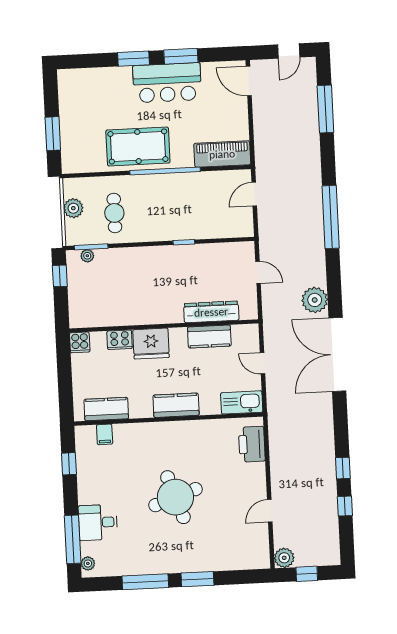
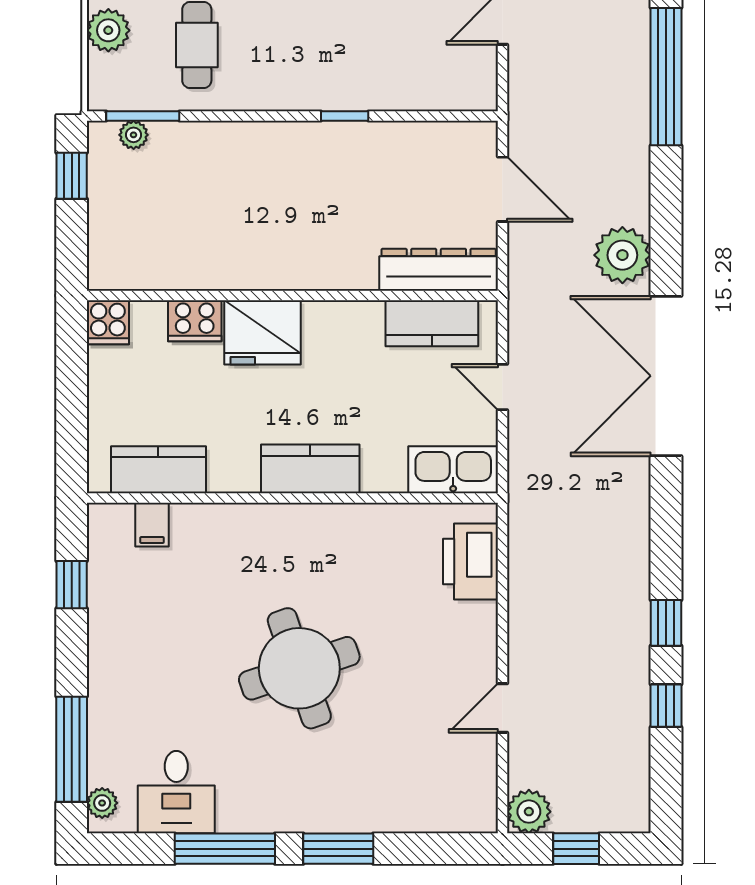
door: (258, 272) -> (502, 189), width x1.38
dresser: (211, 312) -> (439, 270), moved
kitchen counter: (209, 337) -> (432, 323), moved
desk: (98, 522) -> (176, 792), moved, turned -90

